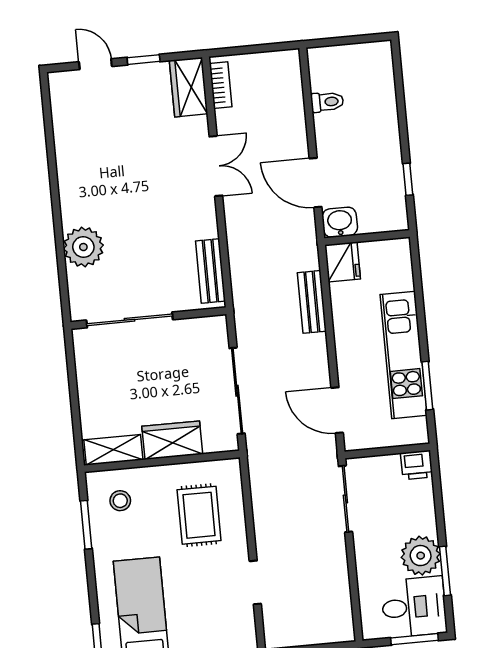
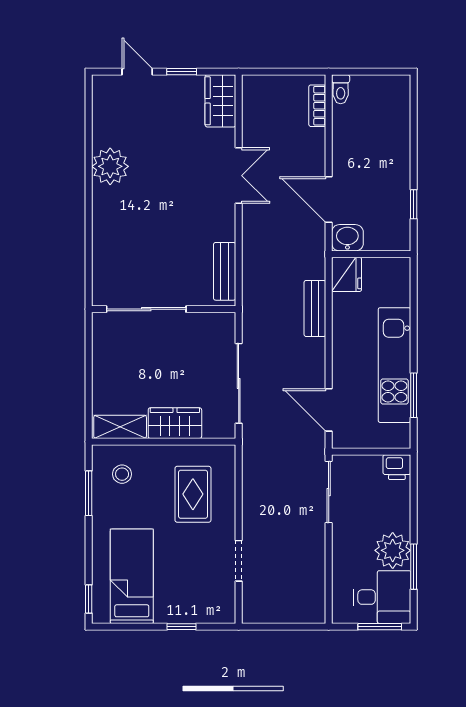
bookcase: (221, 85) -> (317, 106), moved, turned 180
toilet: (327, 102) -> (341, 89), moved, turned 90
plant: (83, 247) -> (110, 166), moved

